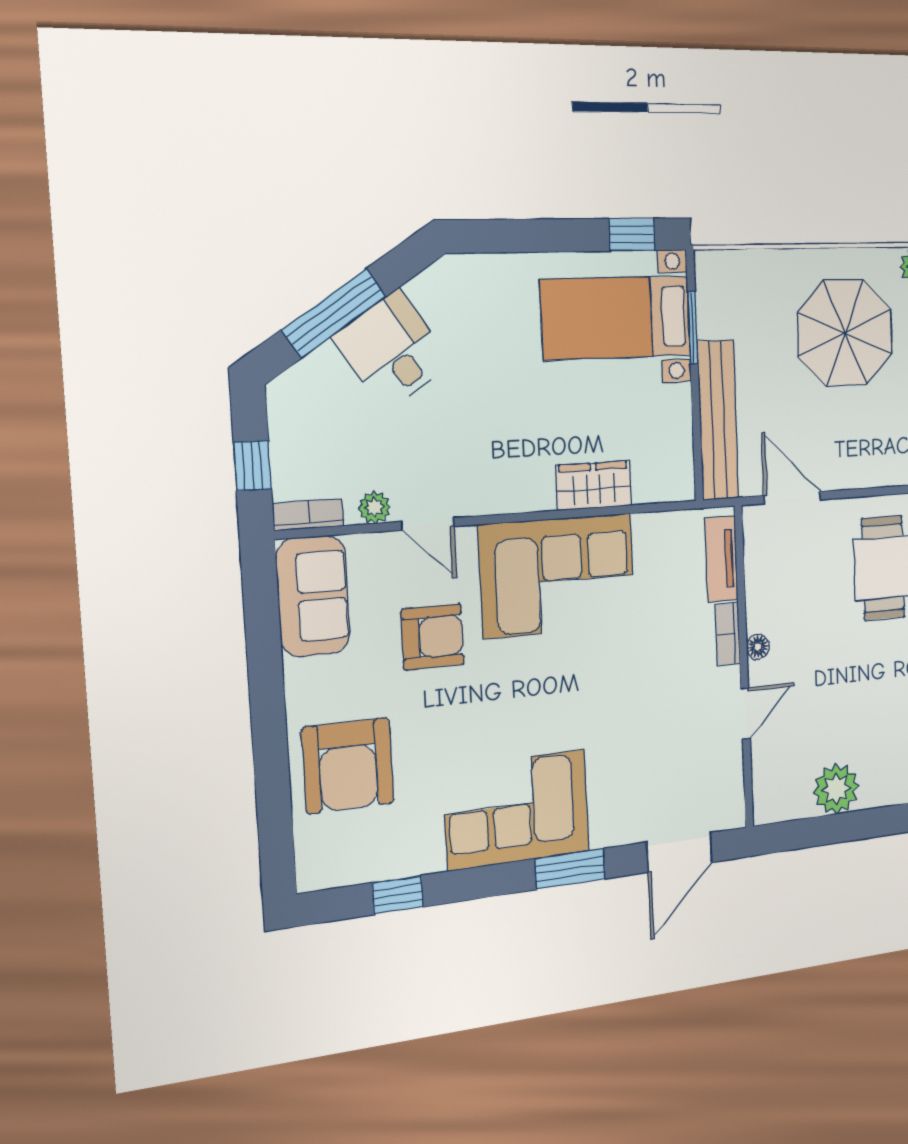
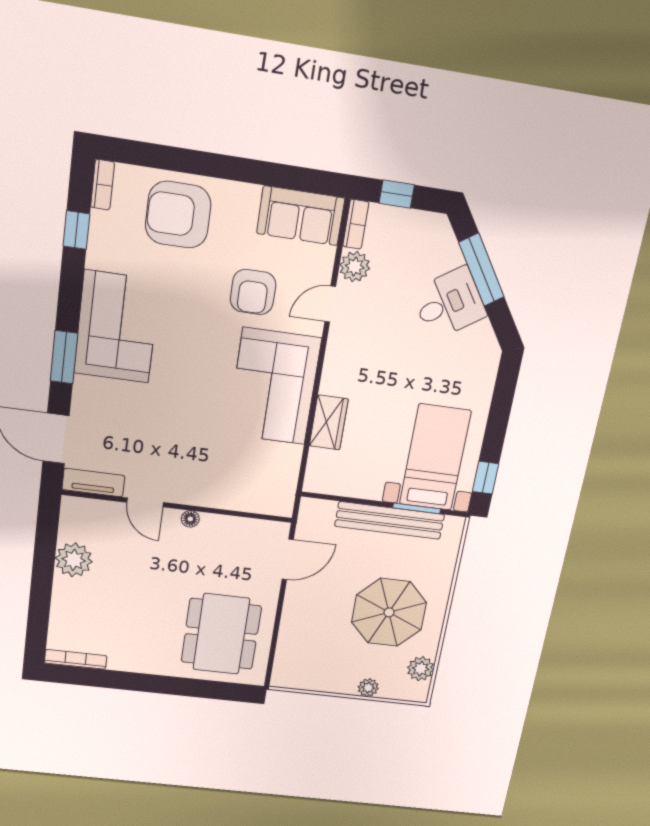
bench: (718, 420) -> (390, 520), moved
plant: (375, 507) -> (355, 267), width x1.38, depth x1.38
tv unit: (722, 559) -> (93, 483), moved
bookcase: (728, 634) -> (103, 185), moved, turned 90

